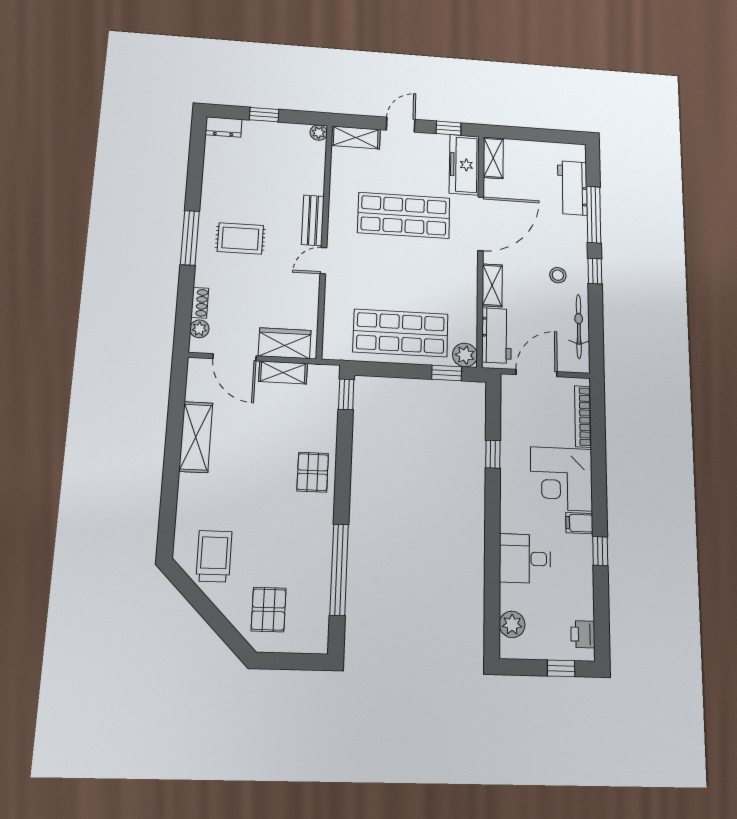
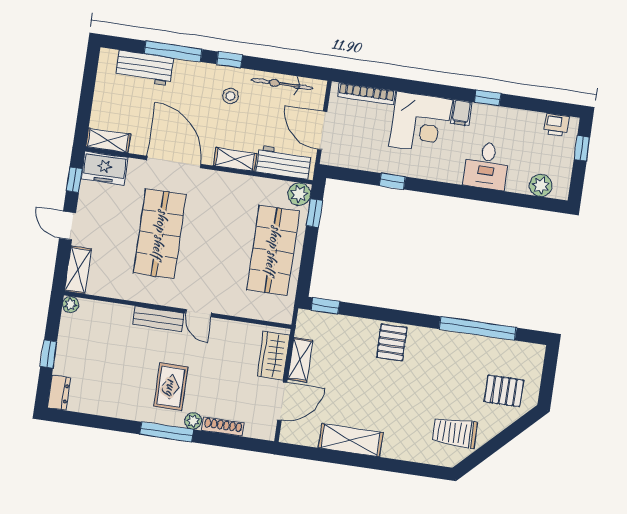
freezer: (464, 165) -> (104, 168), width x0.71
shoe rack: (200, 303) -> (223, 427), width x1.43
plant: (199, 329) -> (193, 421), moved
pallet: (313, 472) -> (392, 342), turned 90

